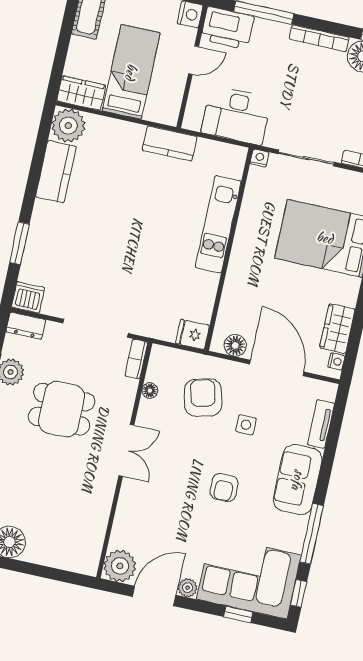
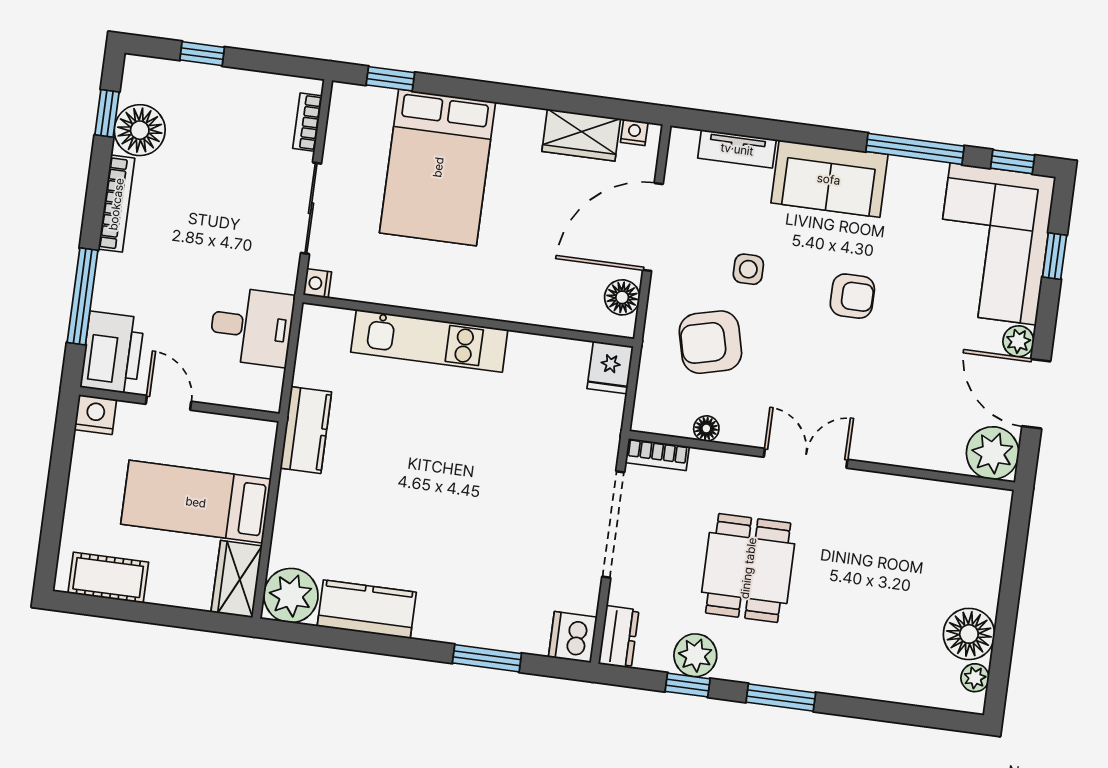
desk: (236, 115) -> (252, 327), width x0.73

